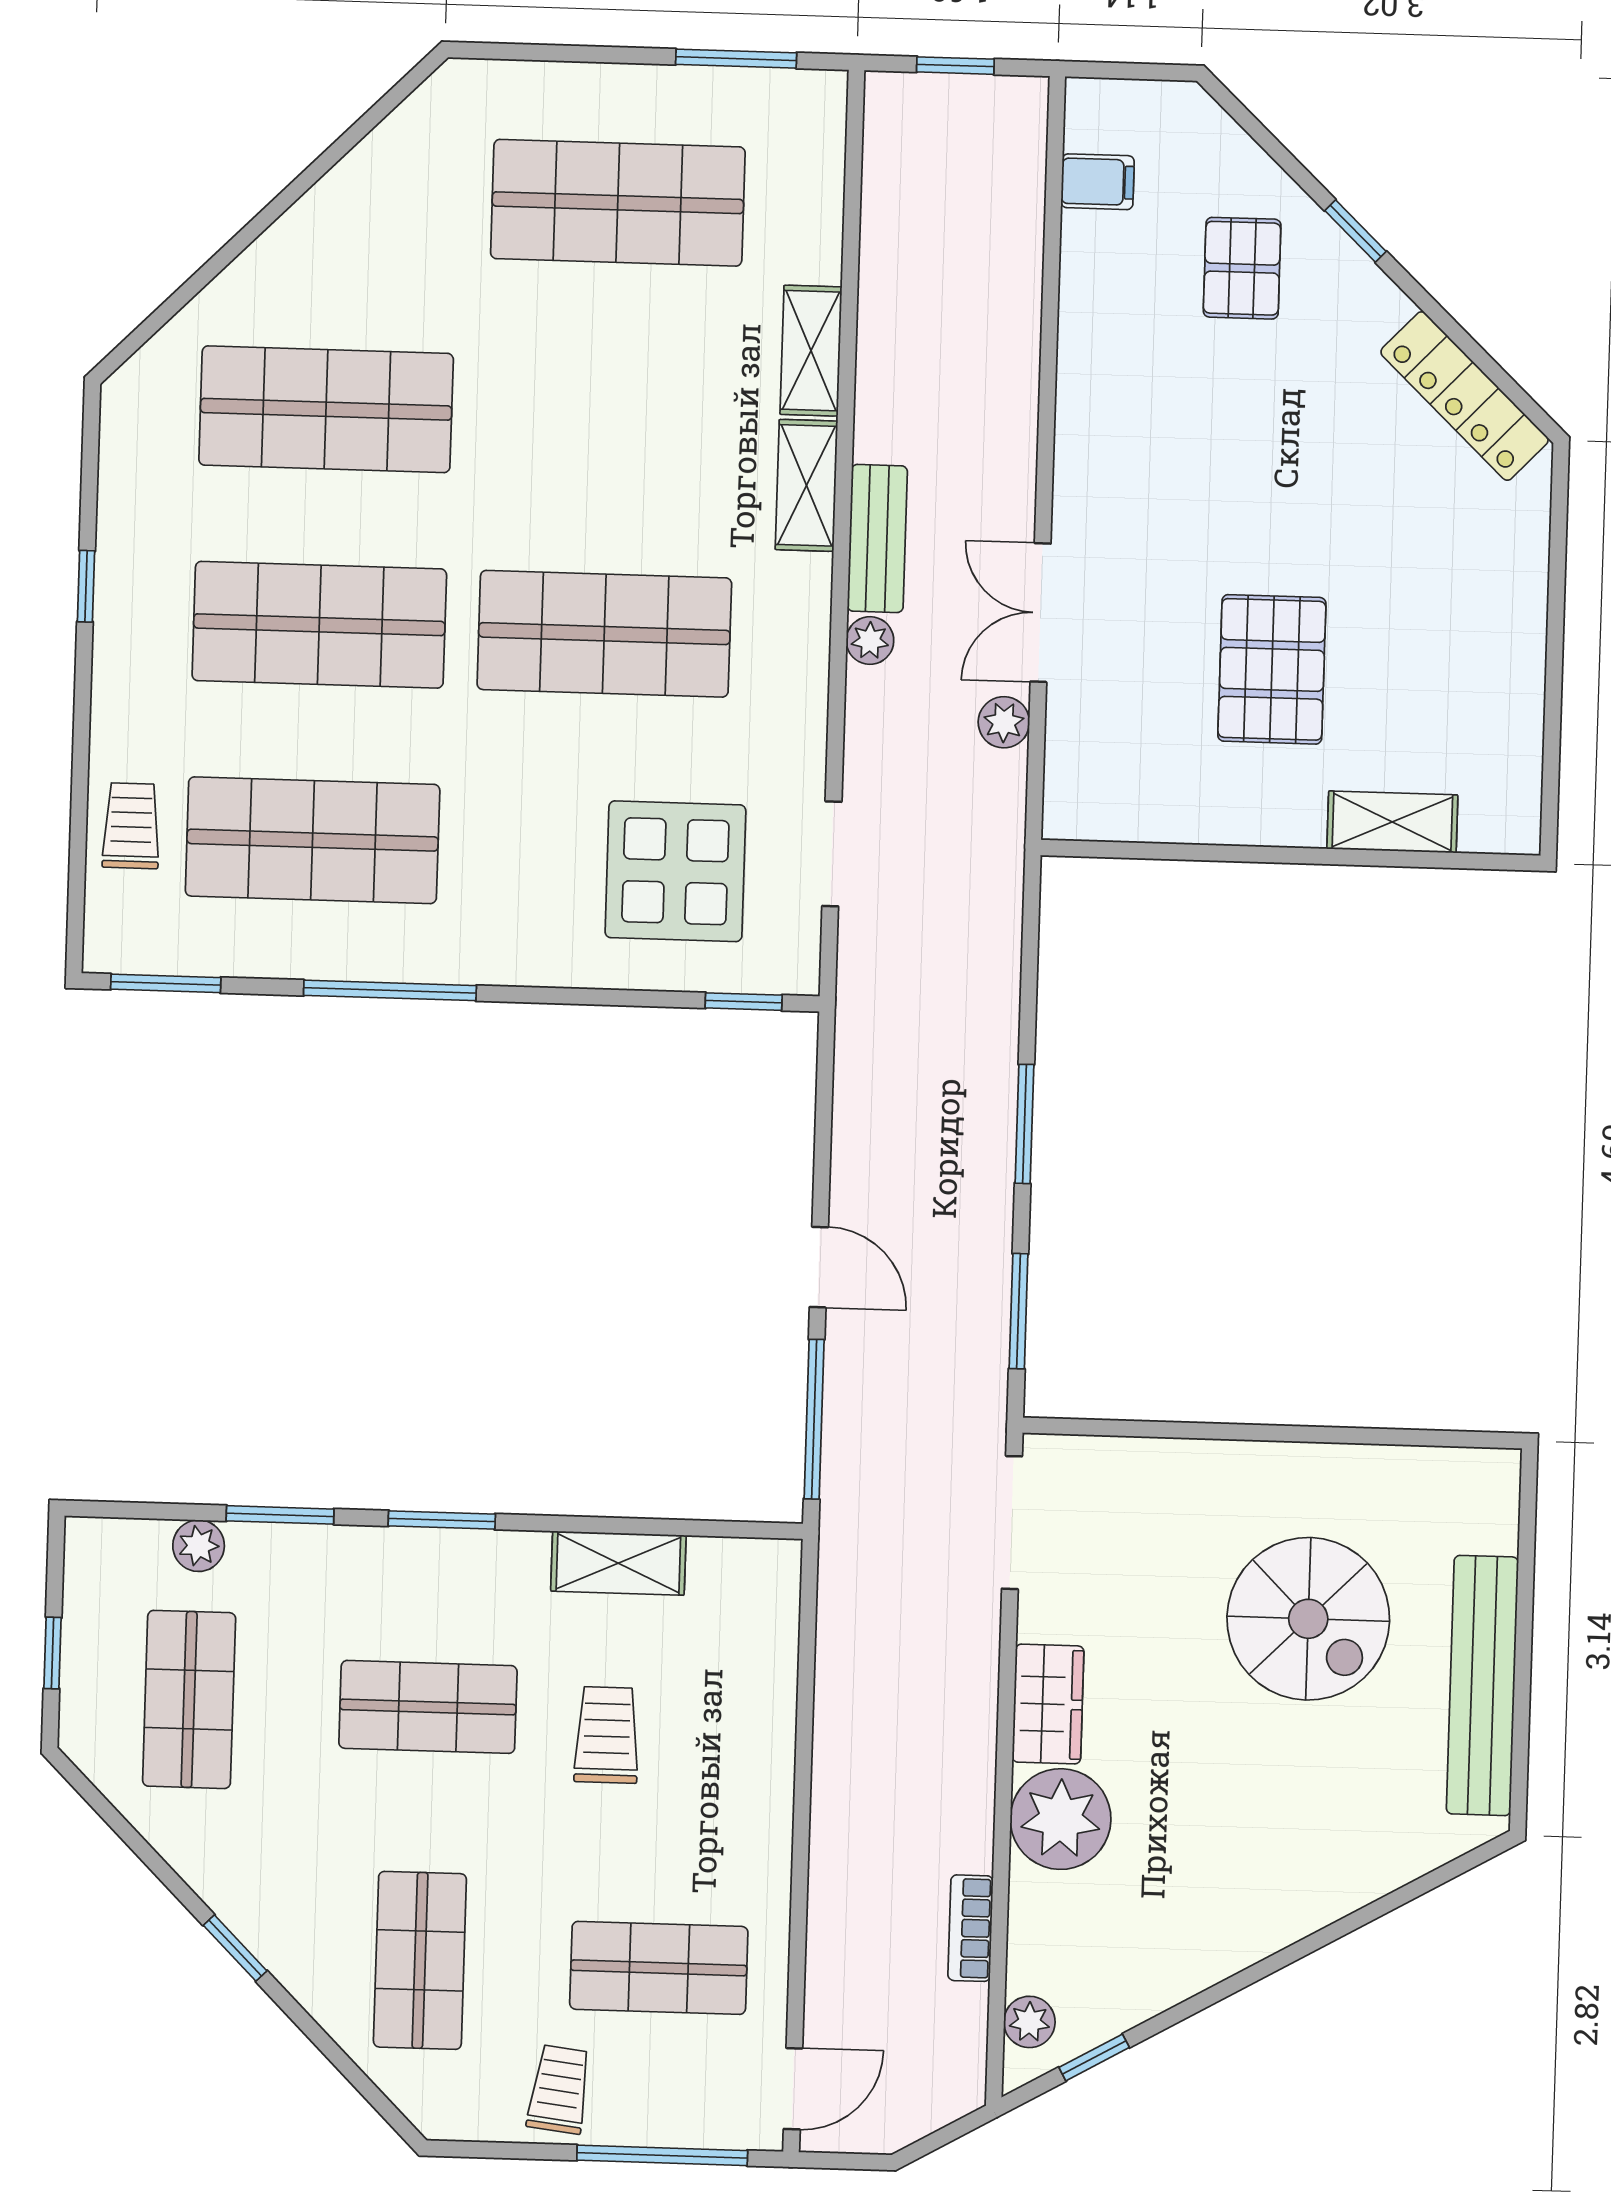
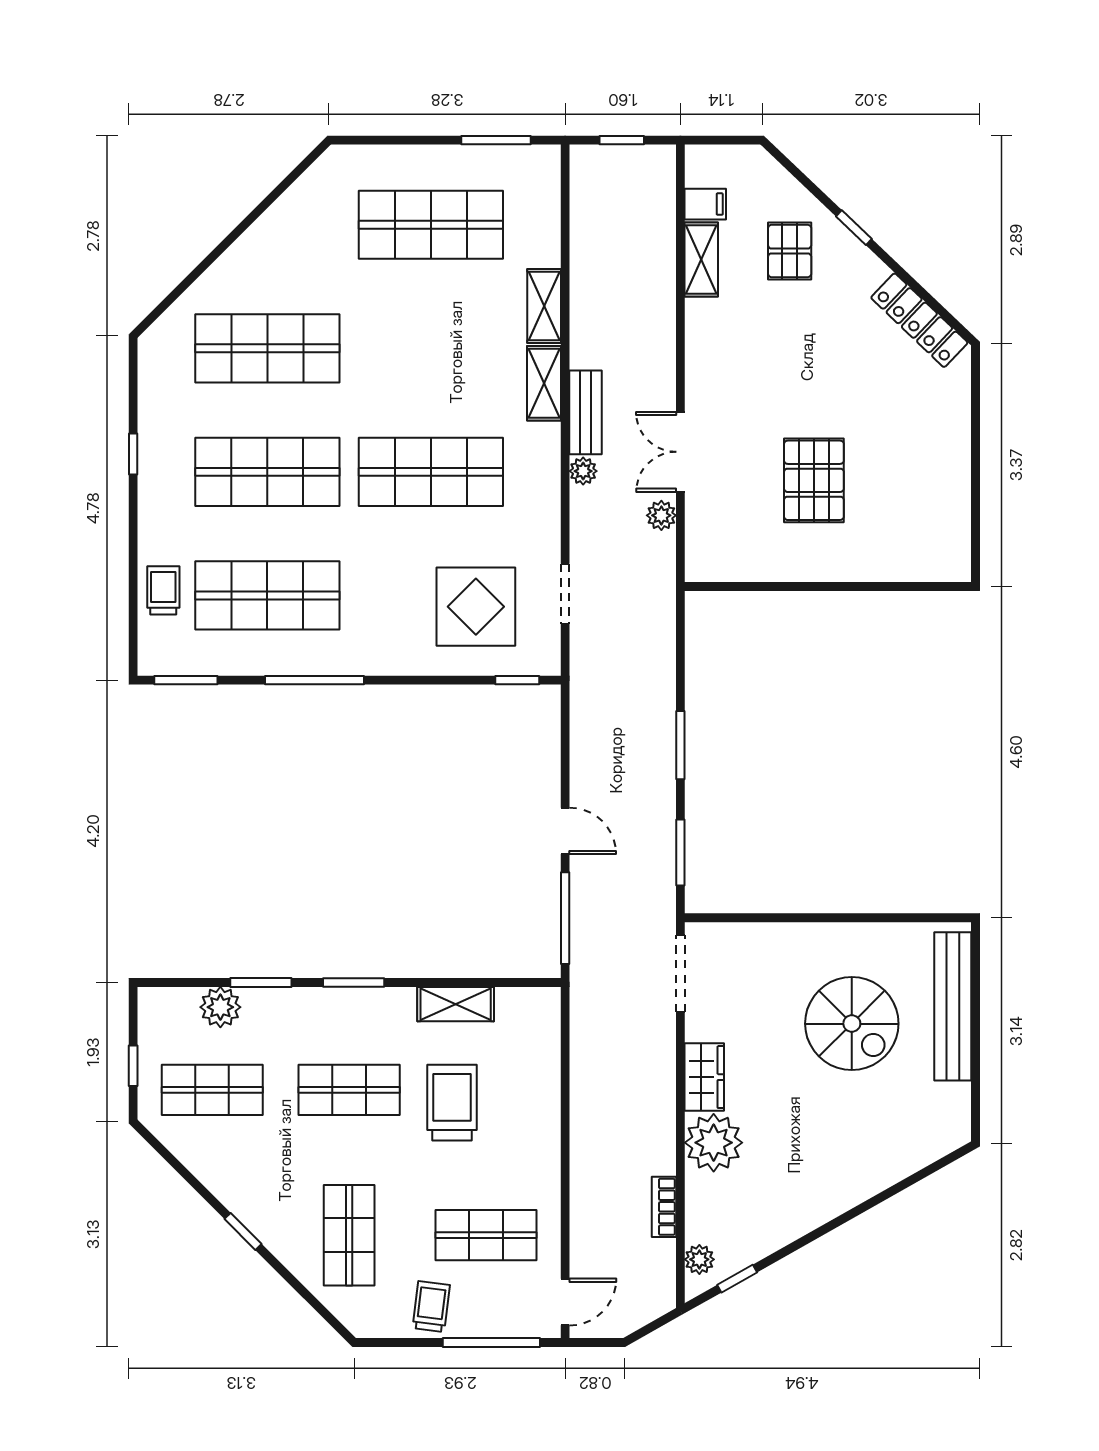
shelving: (1392, 822) -> (701, 259), moved, turned 90
plant: (199, 1546) -> (220, 1007), width x1.38, depth x1.38
bench: (1482, 1685) -> (953, 1006), moved
shop shelf: (189, 1699) -> (212, 1090), turned 90
trolley: (607, 1735) -> (452, 1103), width x1.36, depth x1.39

